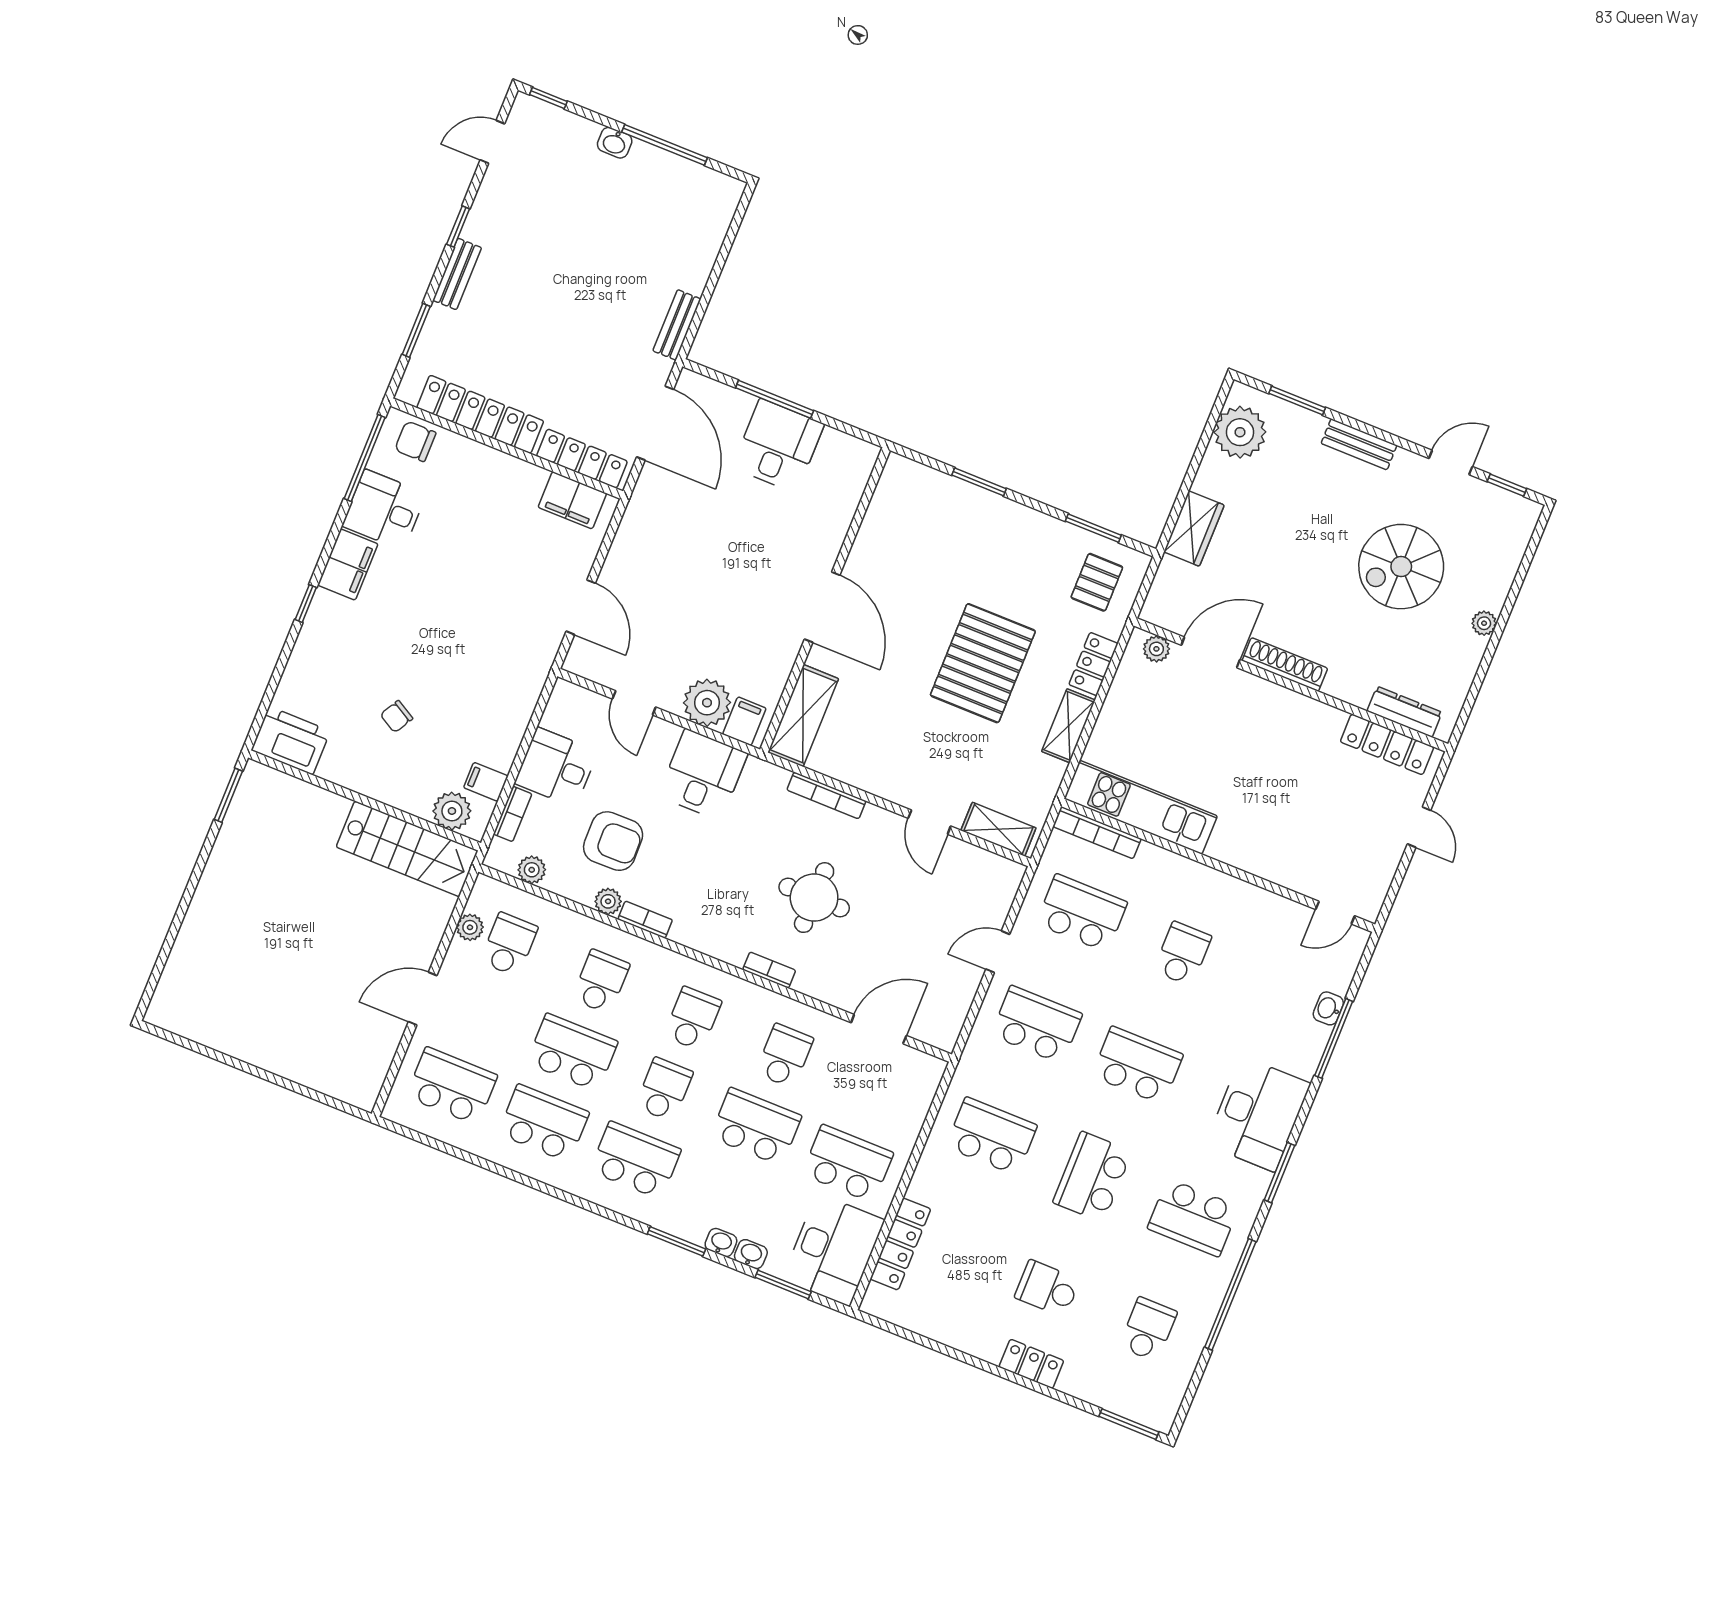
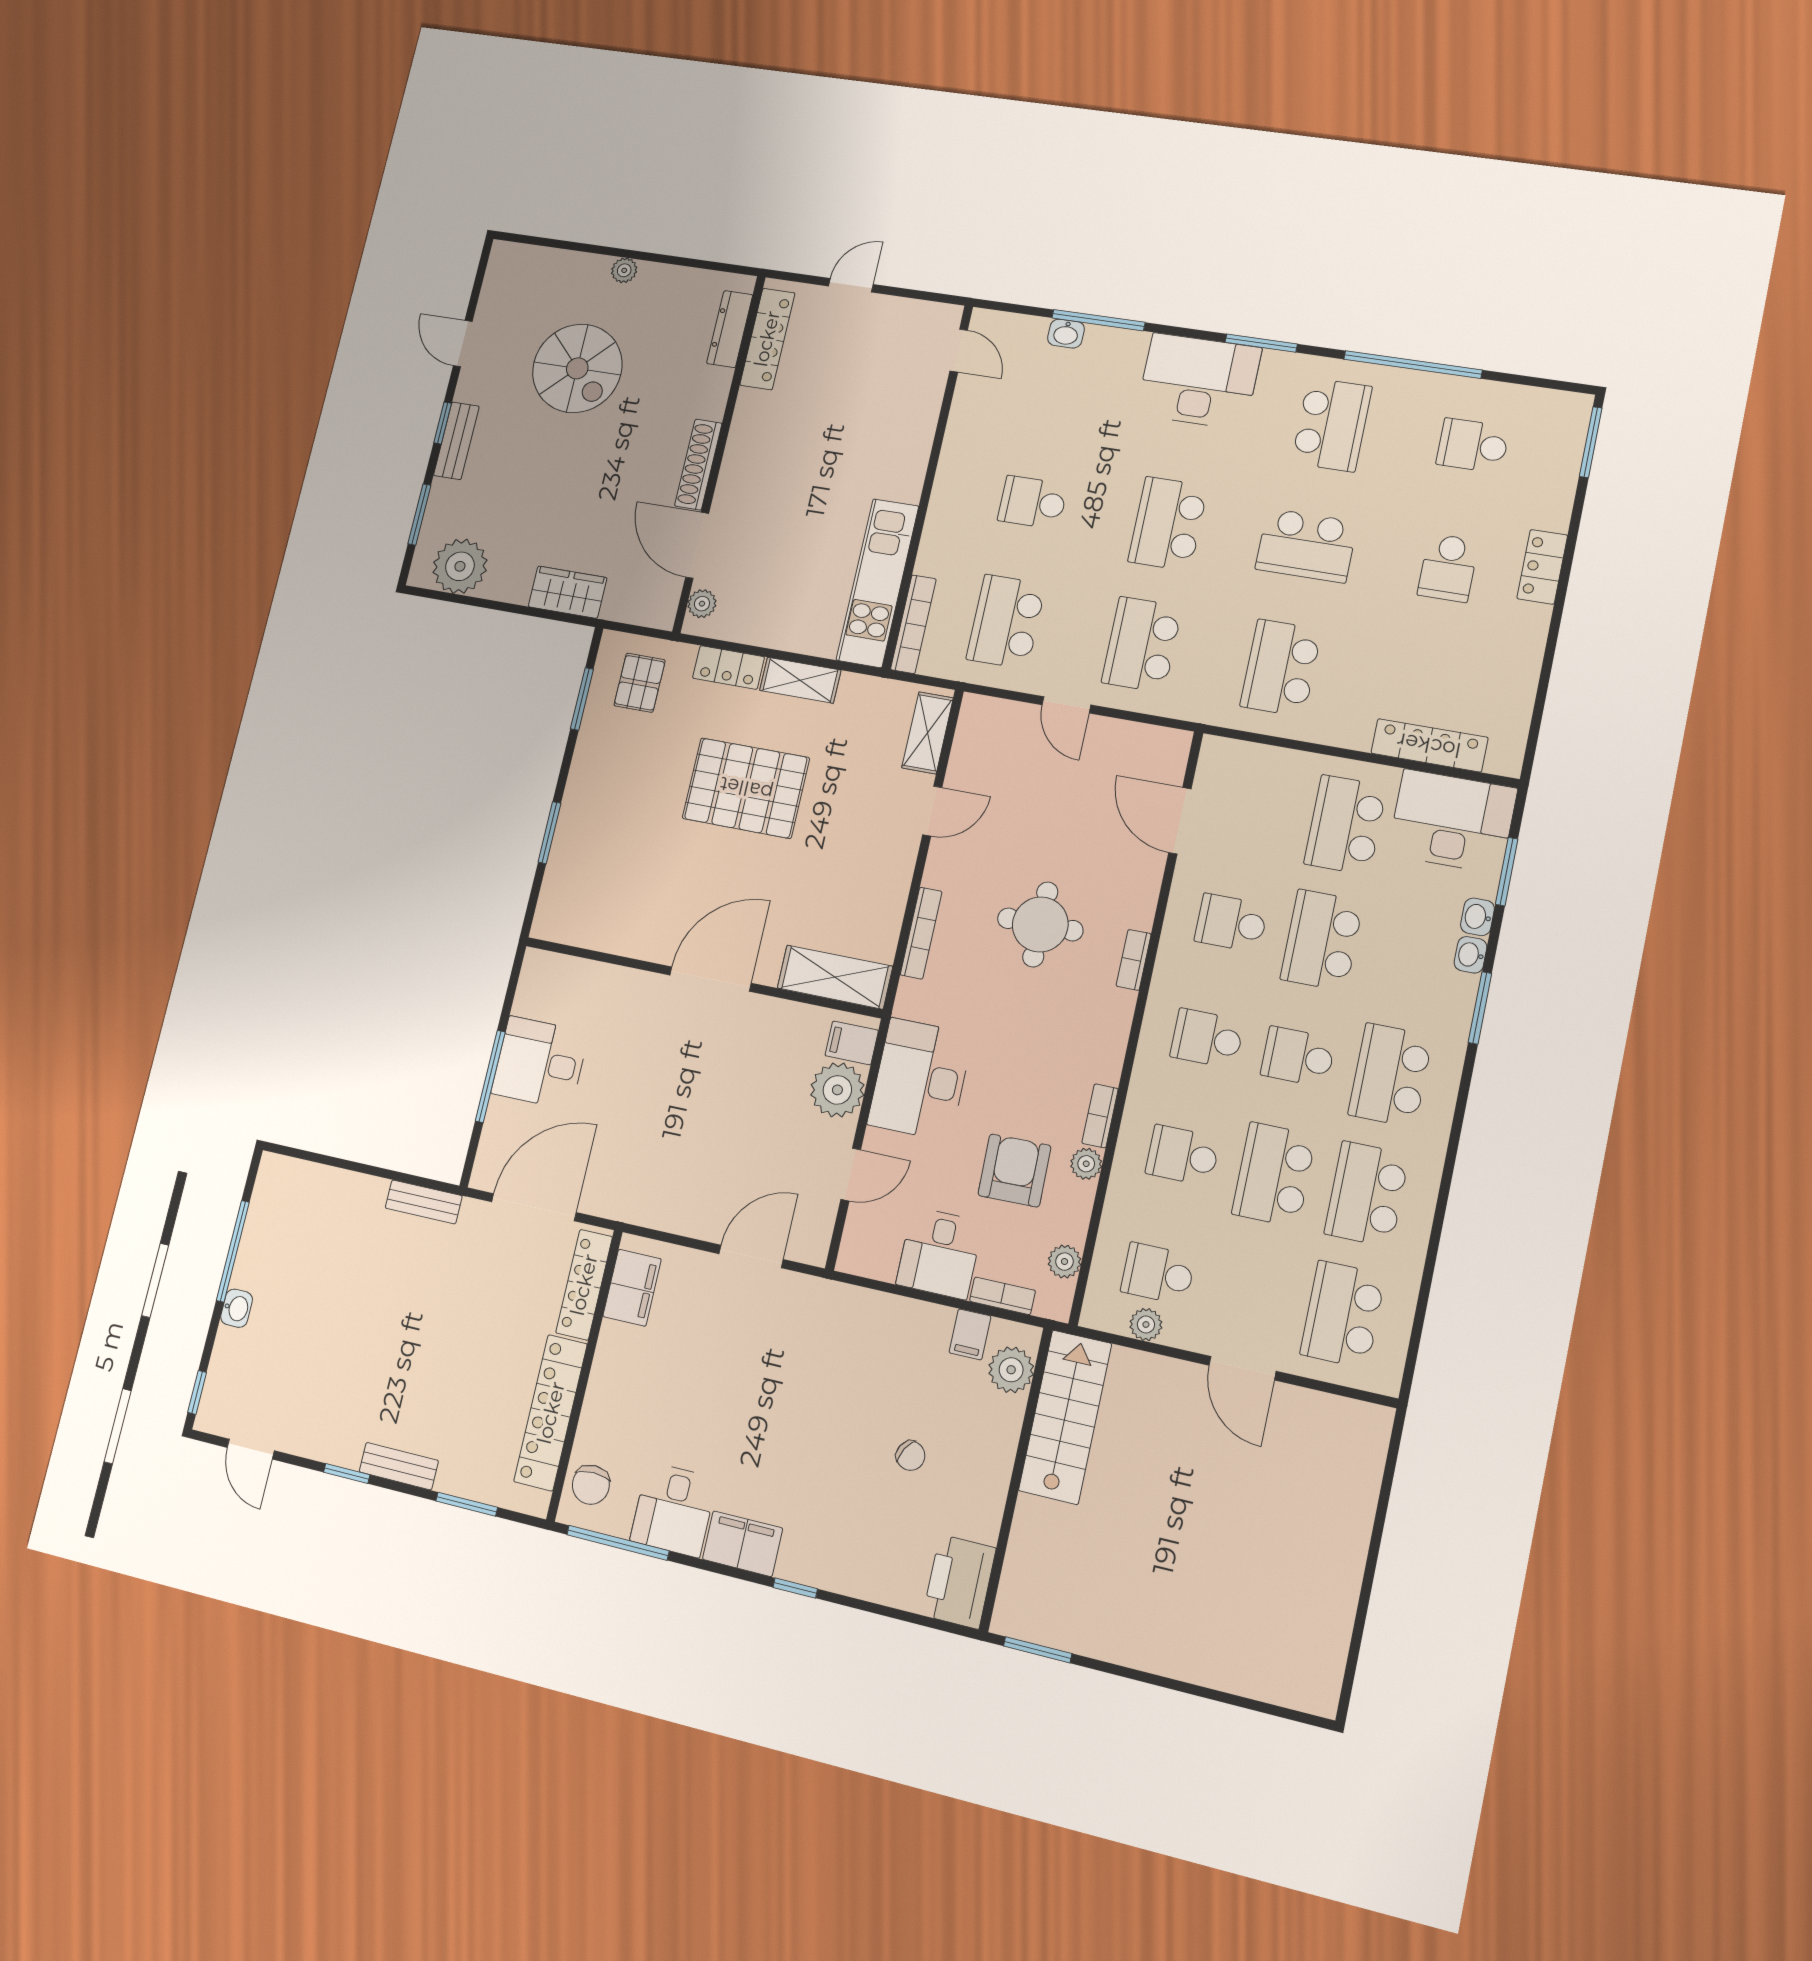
window: (1507, 485) -> (443, 423), moved
pallet: (1097, 582) -> (640, 683), turned 90
desk: (703, 775) -> (920, 1079), width x1.37

